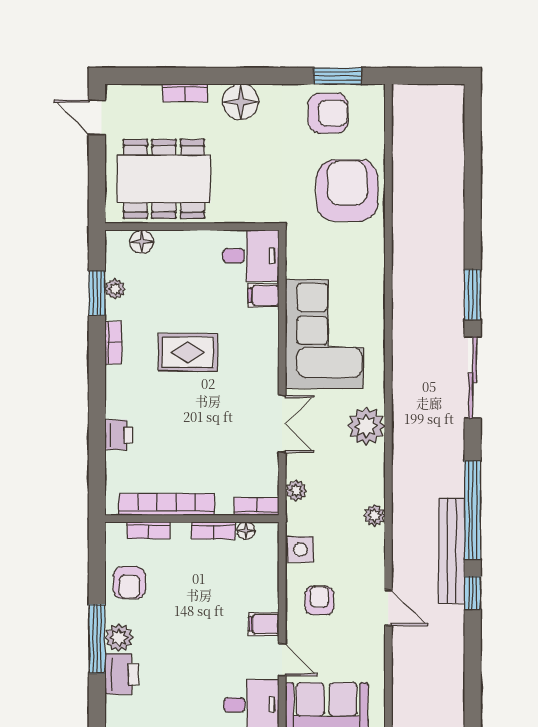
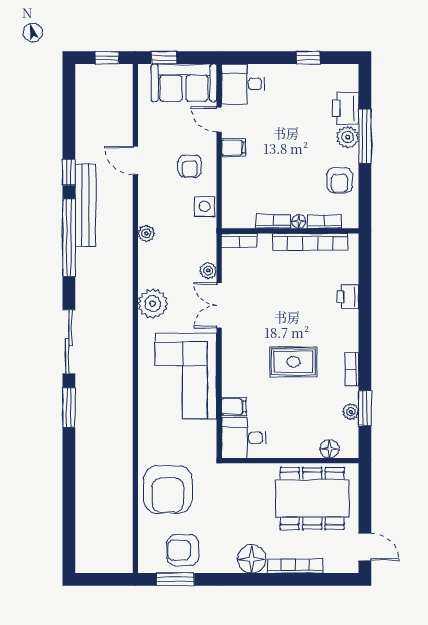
bookcase: (185, 93) -> (295, 566), width x1.56
plant: (296, 491) -> (208, 271), moved
floor lamp: (246, 531) -> (299, 221), moved
armchair: (129, 583) -> (339, 180), turned 180

